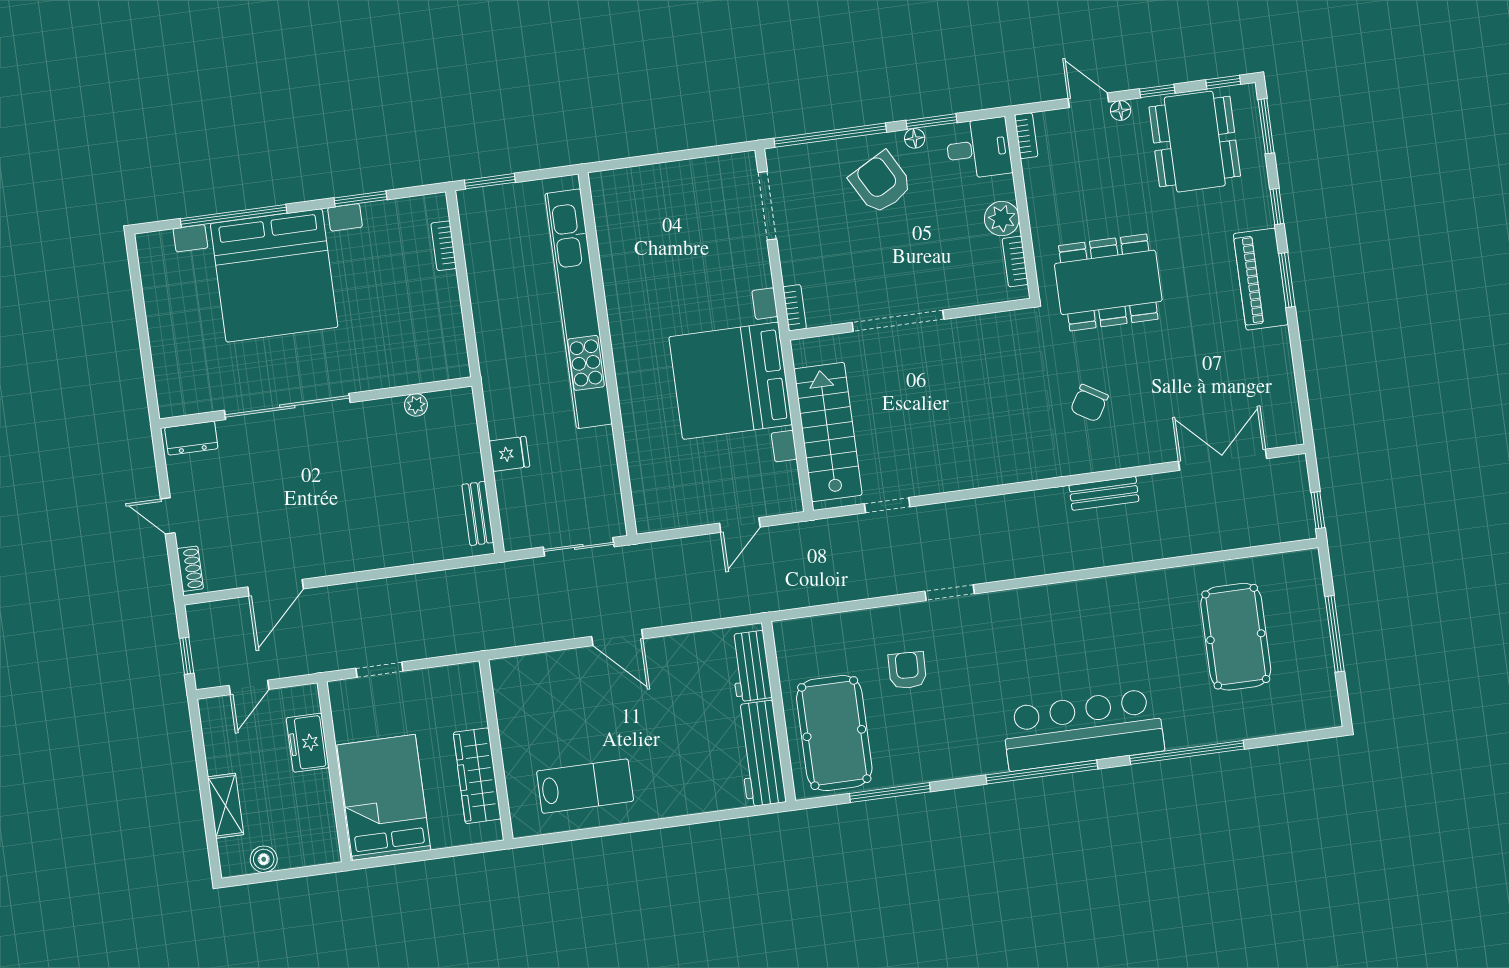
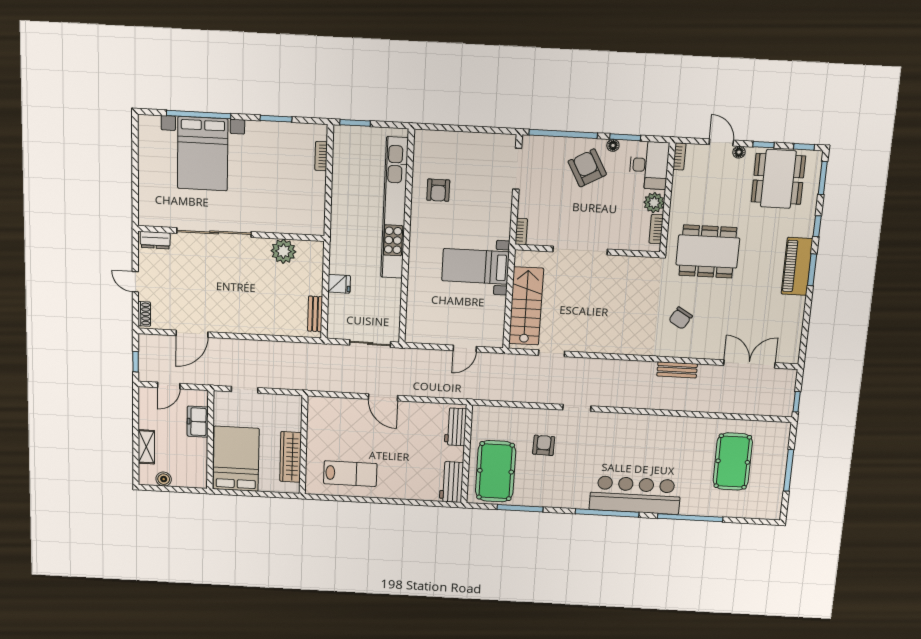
desk: (979, 149) -> (649, 165), width x1.37
armchair: (645, 265) -> (438, 190), added
bed with nightstands: (274, 275) -> (203, 154), width x0.73
bed with nightstands: (731, 381) -> (475, 266), width x0.54
plant: (416, 405) -> (283, 251), width x1.88, depth x1.88
workbench: (760, 754) -> (451, 482), width x0.73

